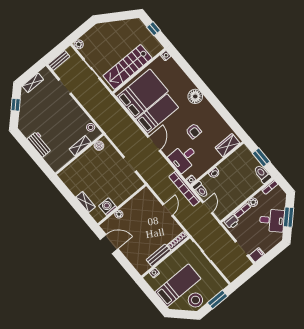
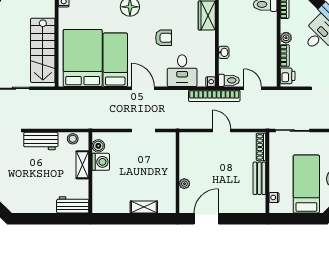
workbench: (74, 110) -> (41, 141), added
workbench: (39, 144) -> (73, 205), moved
washing machine: (108, 207) -> (101, 162), moved, turned 180

